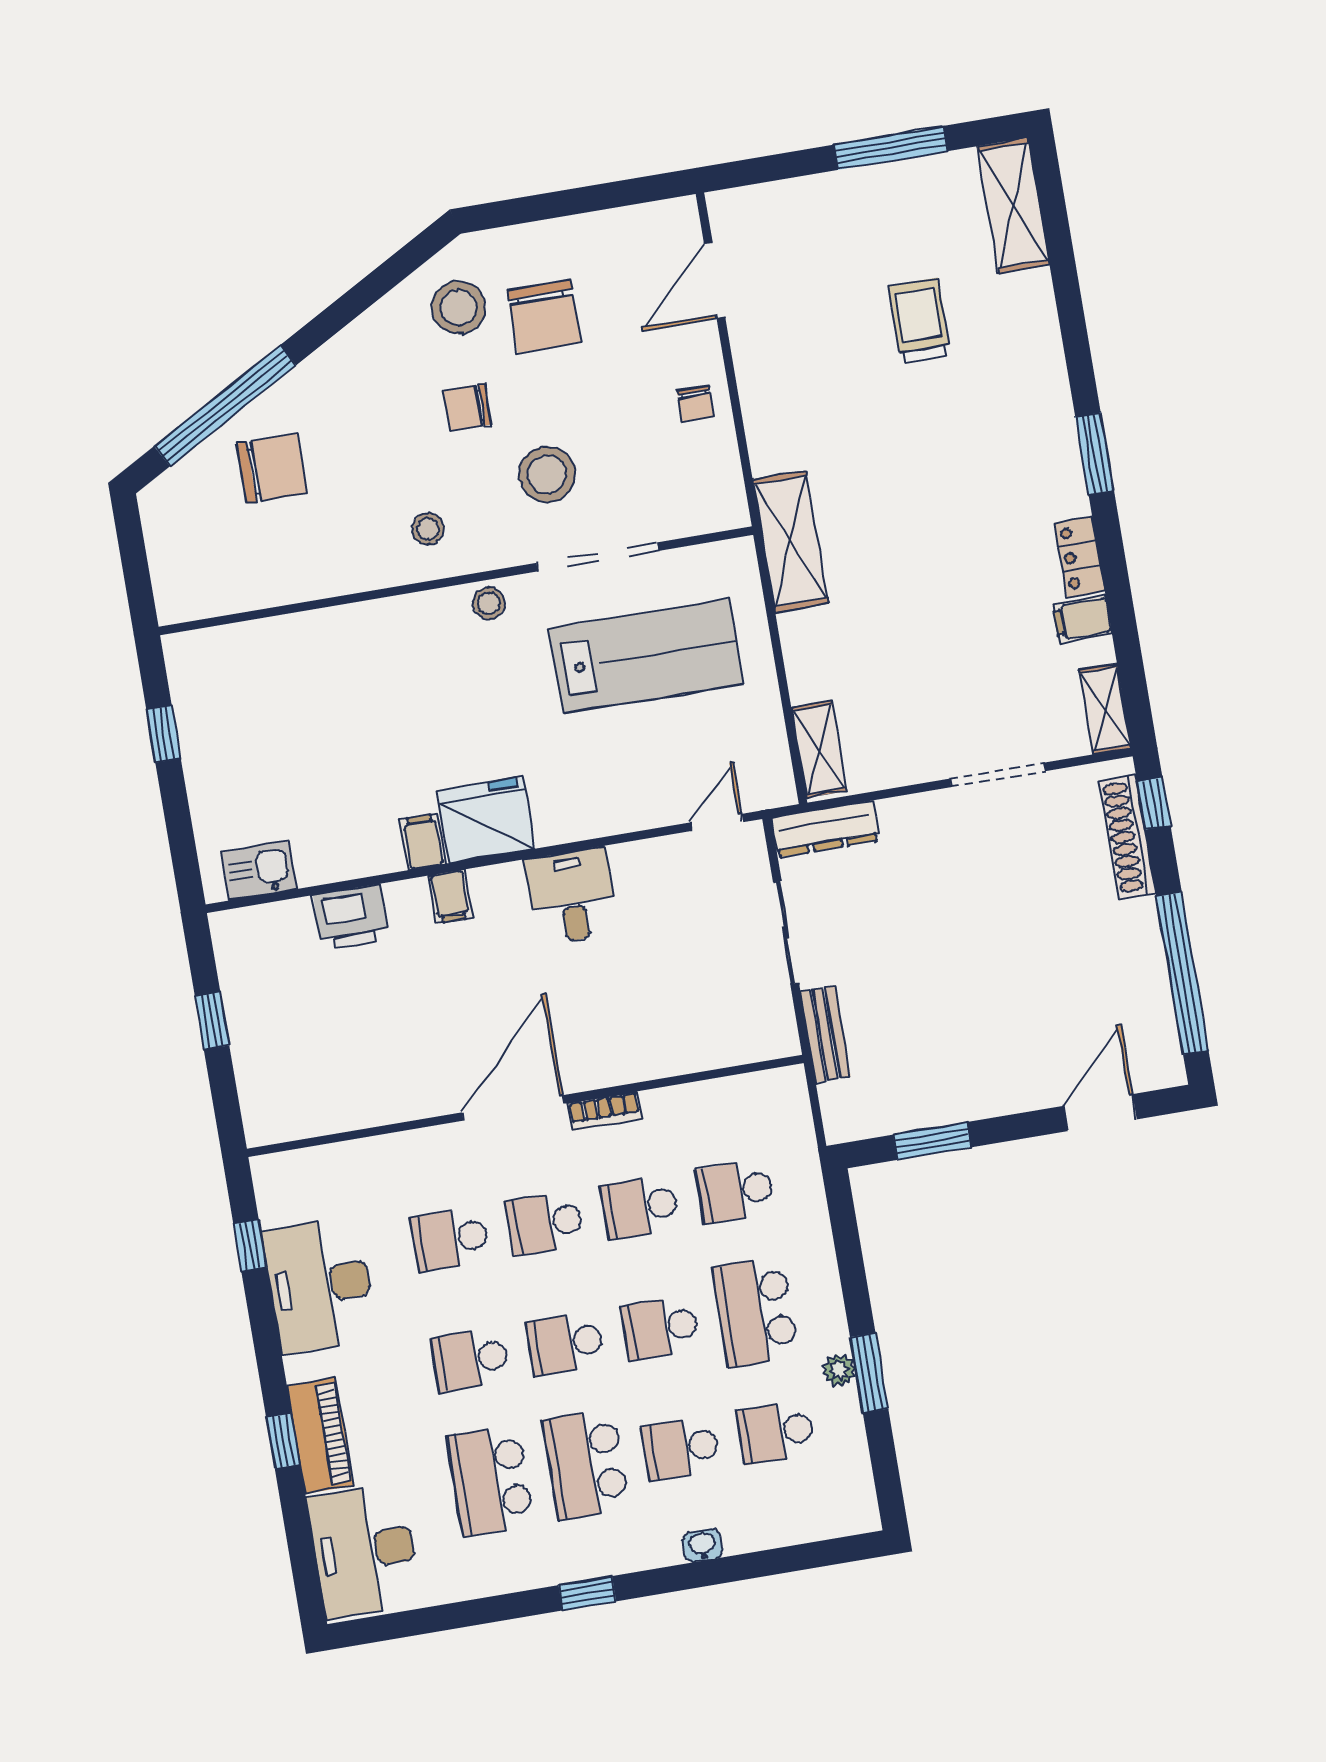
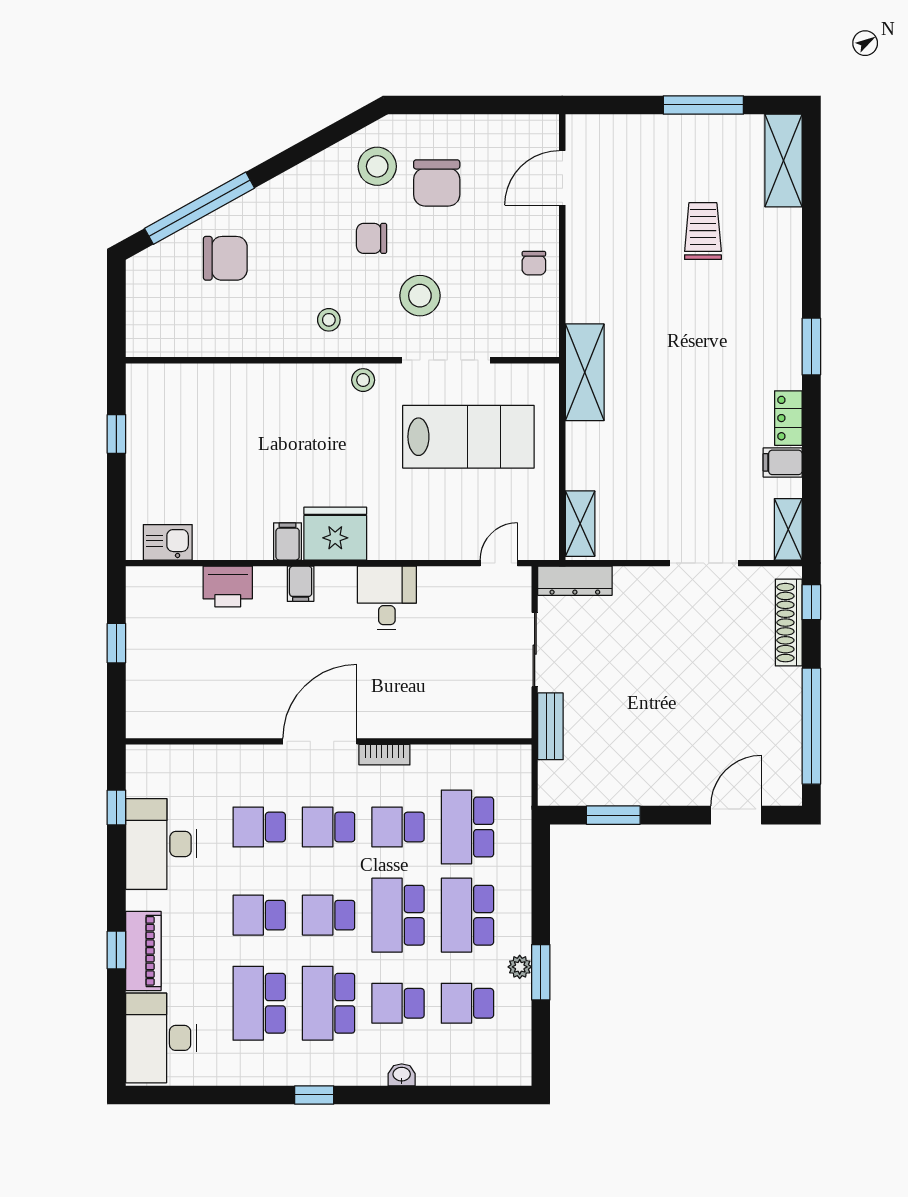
school desk: (735, 1191) -> (467, 827), width x1.85
school desk: (660, 1328) -> (398, 915), width x1.85

